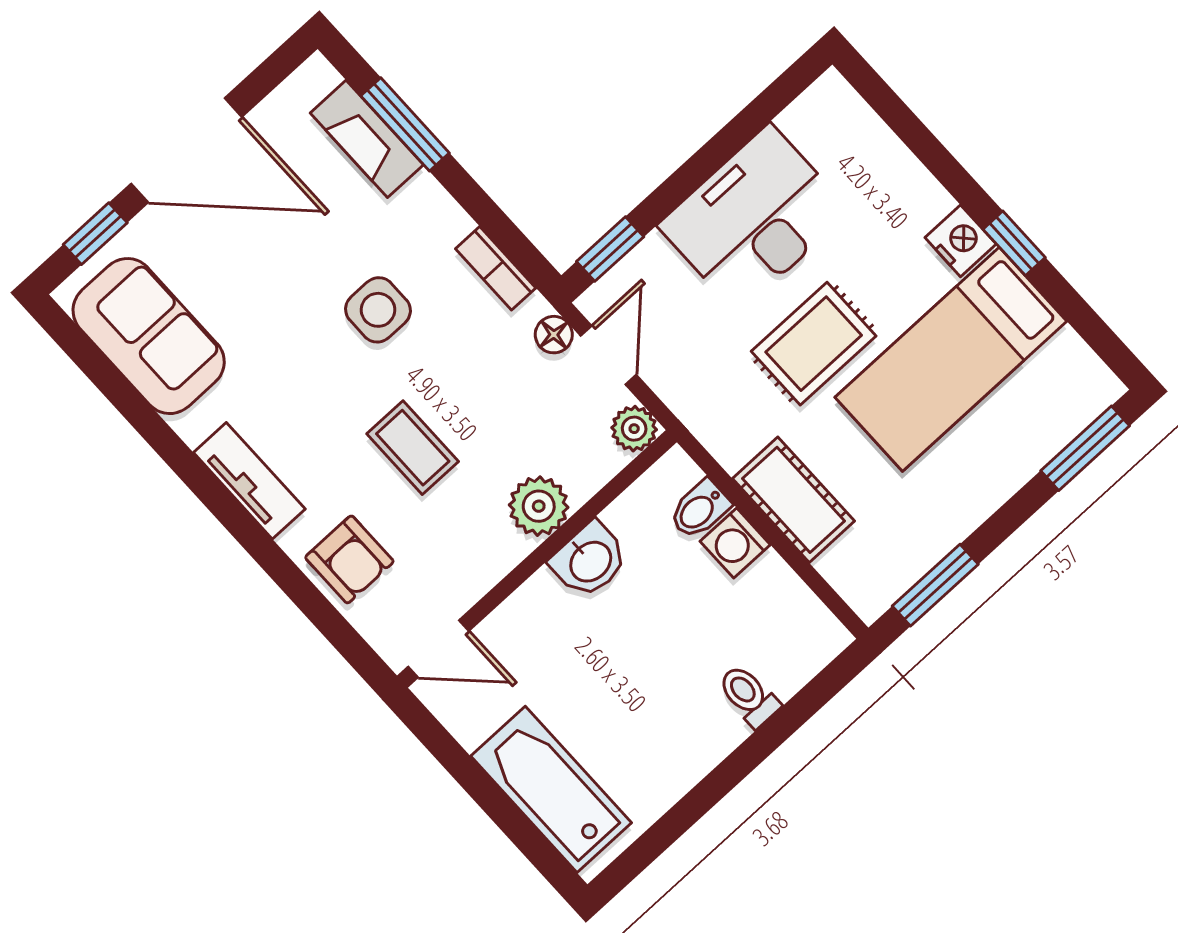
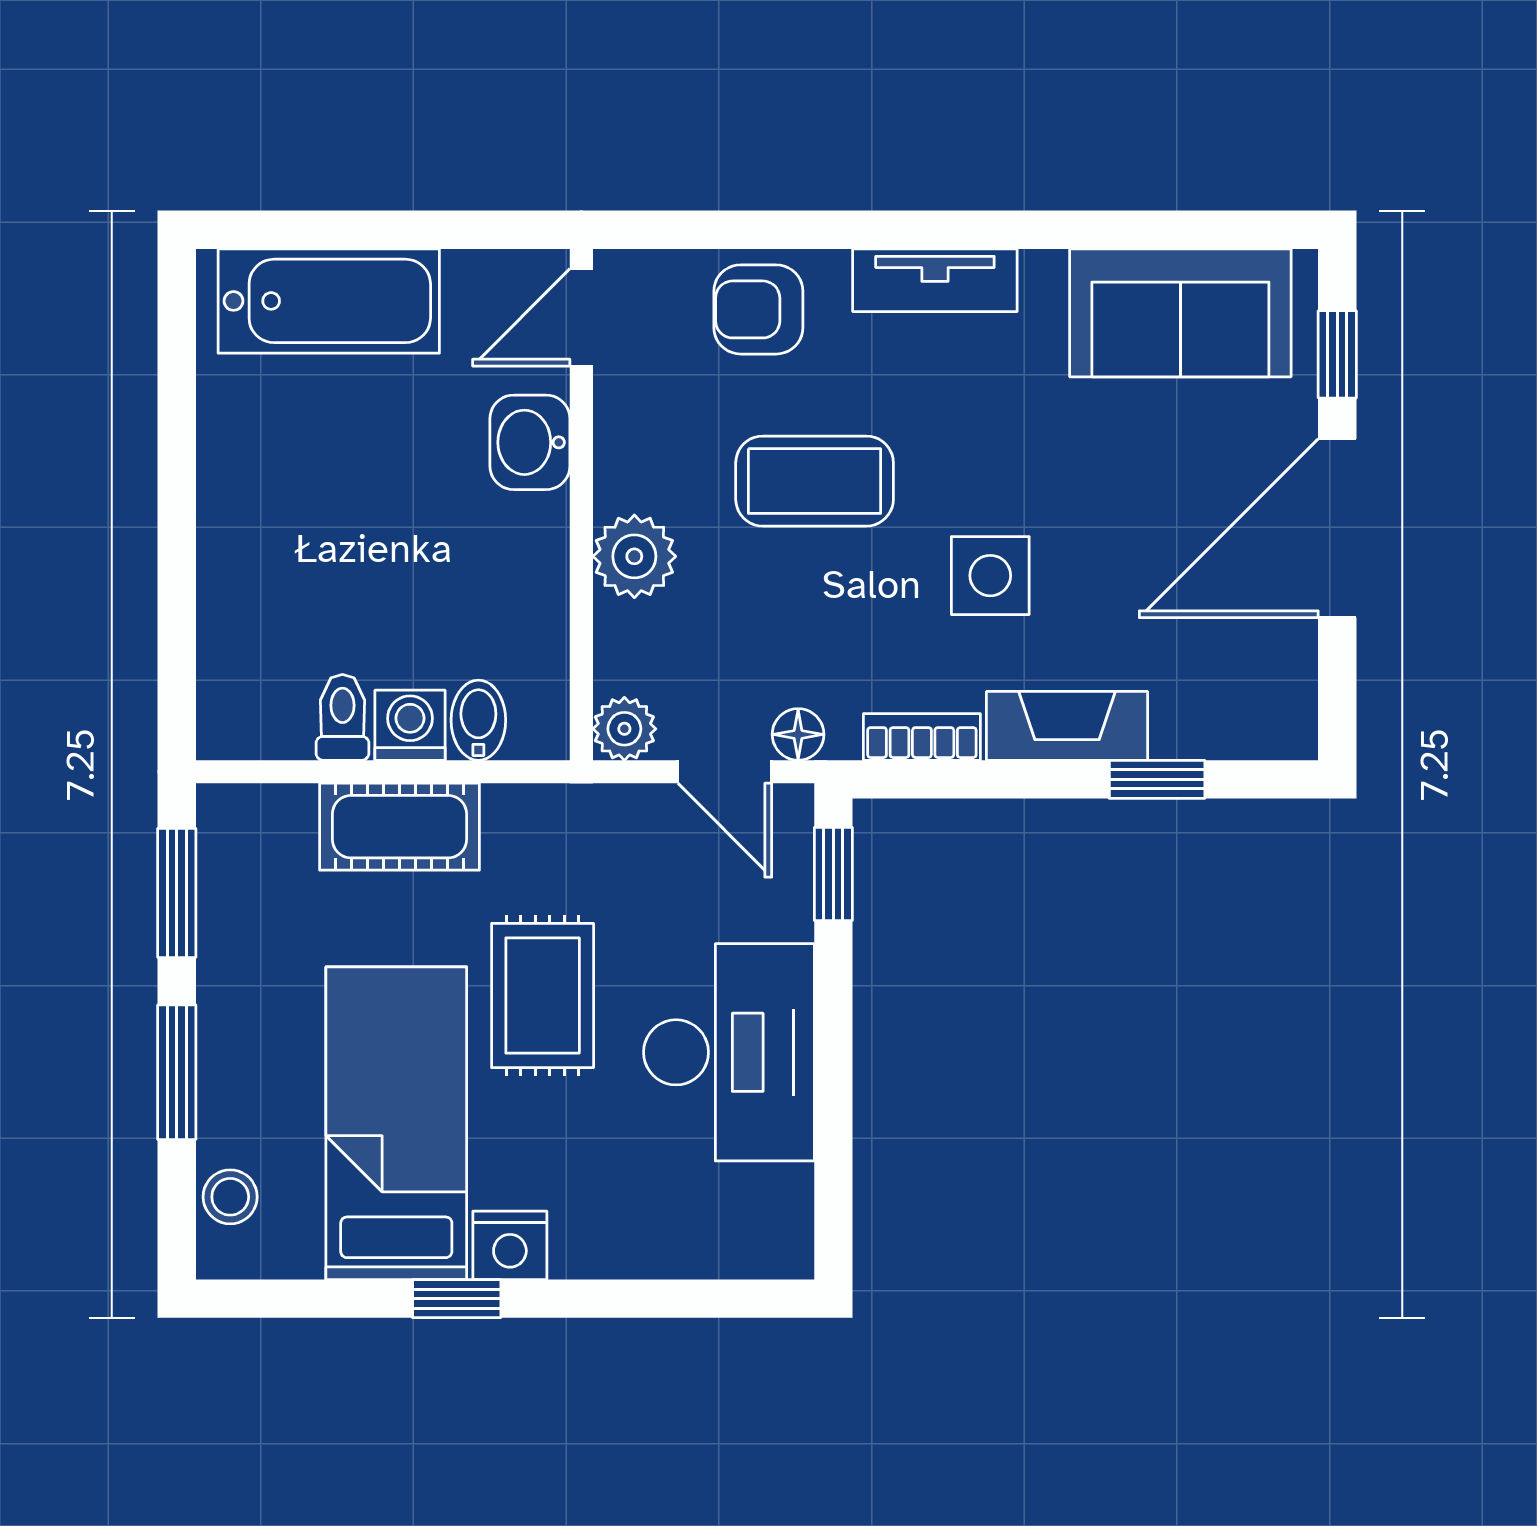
window: (405, 124) -> (1157, 779), width x0.67
fireplace: (367, 139) -> (1067, 726), moved
stool: (1069, 411) -> (230, 1197), added
coffee table: (413, 448) -> (815, 481), width x1.36, depth x1.30
window: (1085, 448) -> (177, 1072), moved
washbasin: (590, 560) -> (530, 442), moved
toilet: (749, 696) -> (342, 717), moved, turned -90

